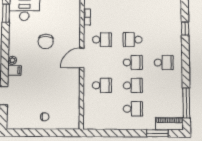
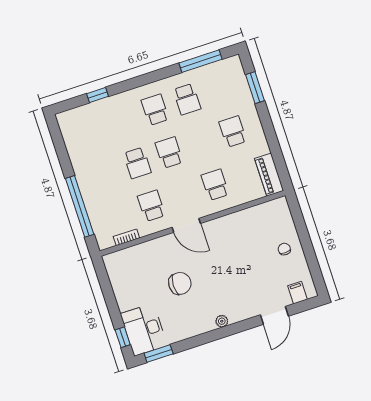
filing cabinet: (14, 70) -> (298, 293), moved
school desk: (133, 85) -> (187, 99), moved, turned 180
piano: (169, 124) -> (269, 175), moved

